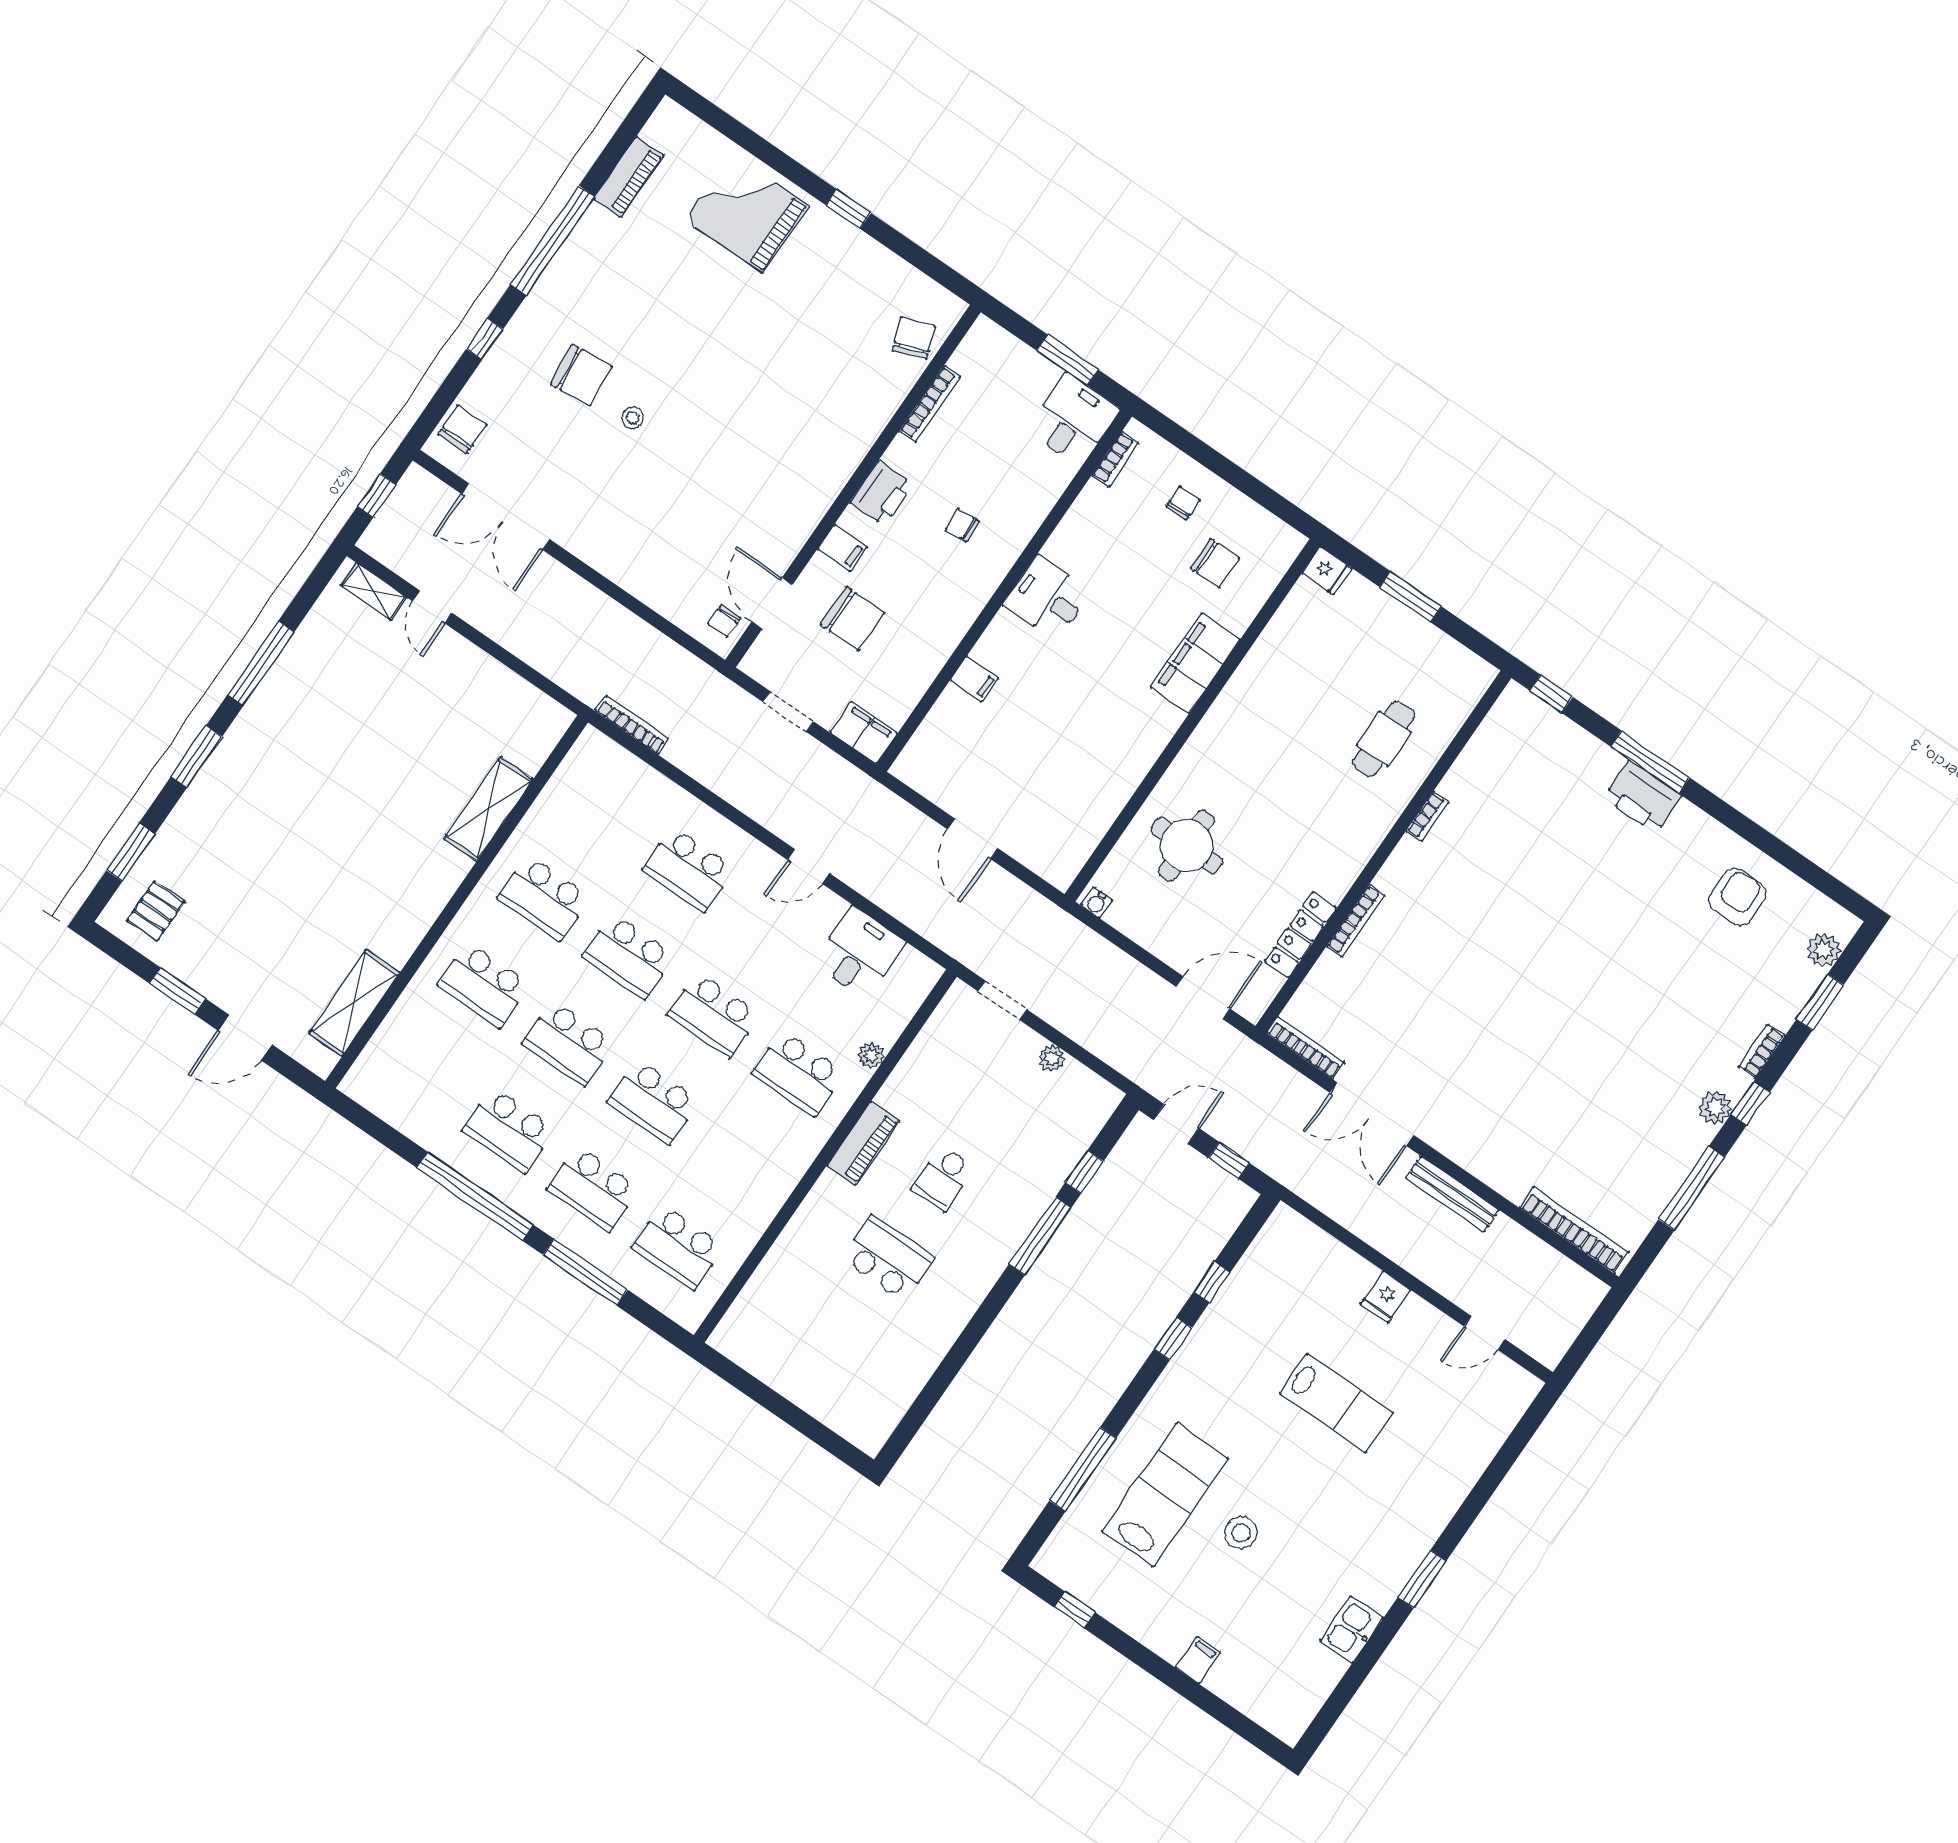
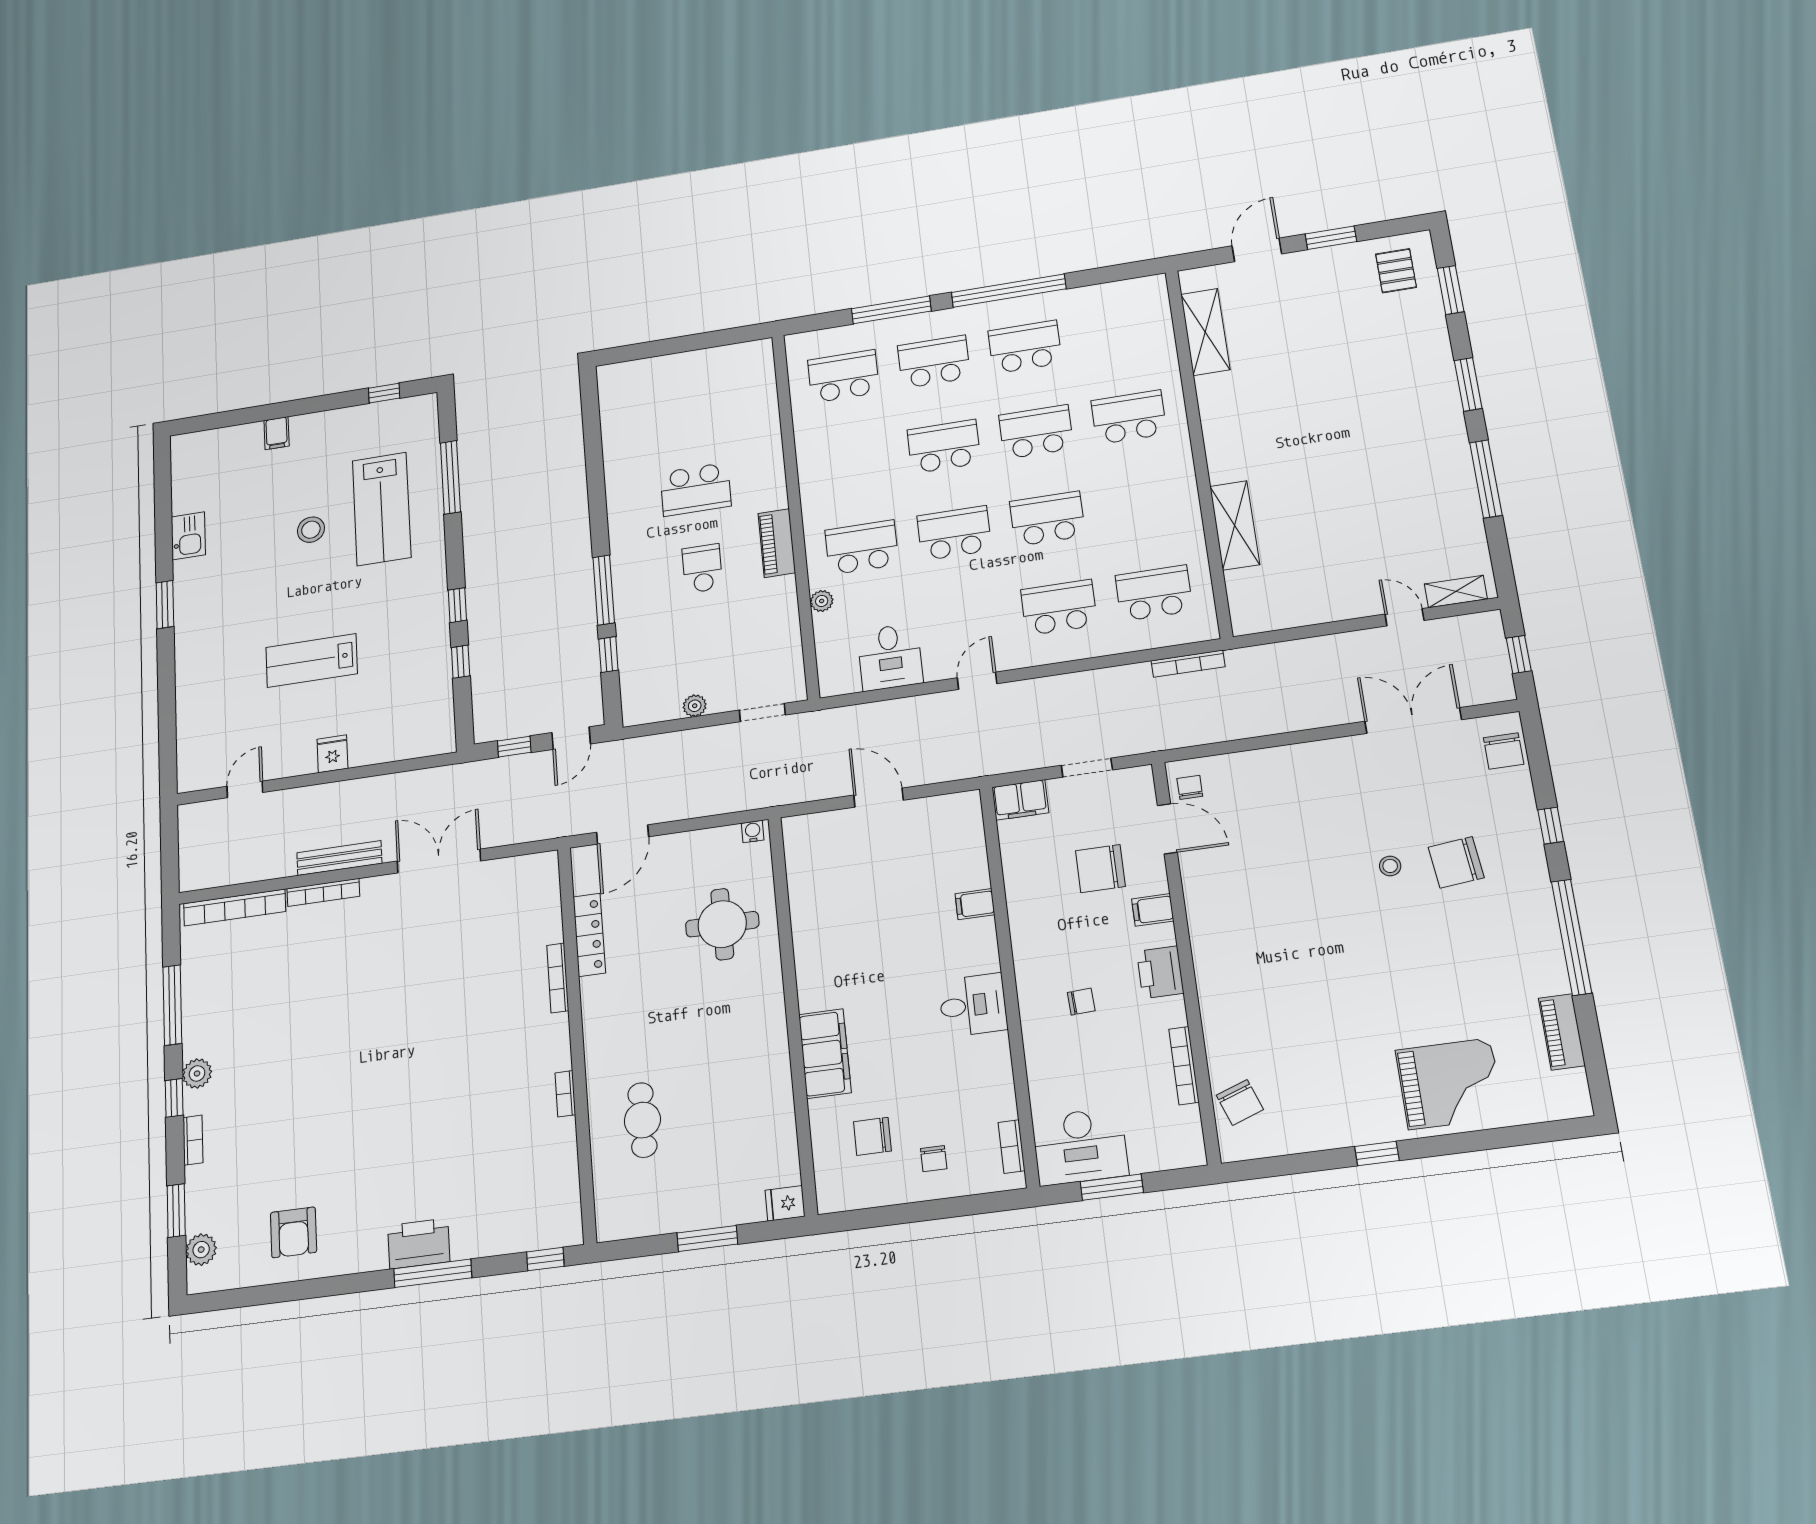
desk: (1074, 420) -> (1080, 1146), width x1.37
school desk: (544, 898) -> (1154, 593), moved
bookcase: (1305, 1048) -> (323, 892), moved

